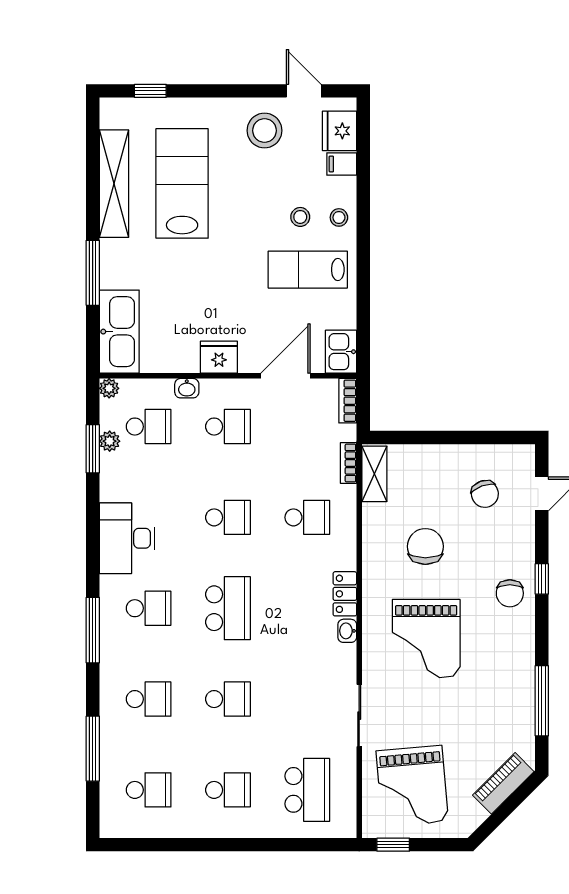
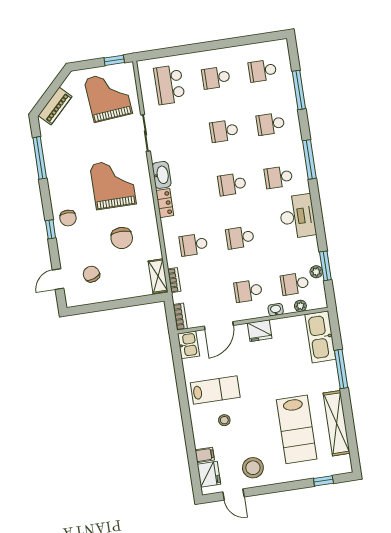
stool: (339, 217) -> (202, 423), removed
plant: (109, 388) -> (300, 306), moved
chair: (510, 593) -> (68, 218), turned 180
school desk: (228, 608) -> (232, 184), width x0.54
washbasin: (347, 631) -> (162, 175), width x1.91, depth x1.45

